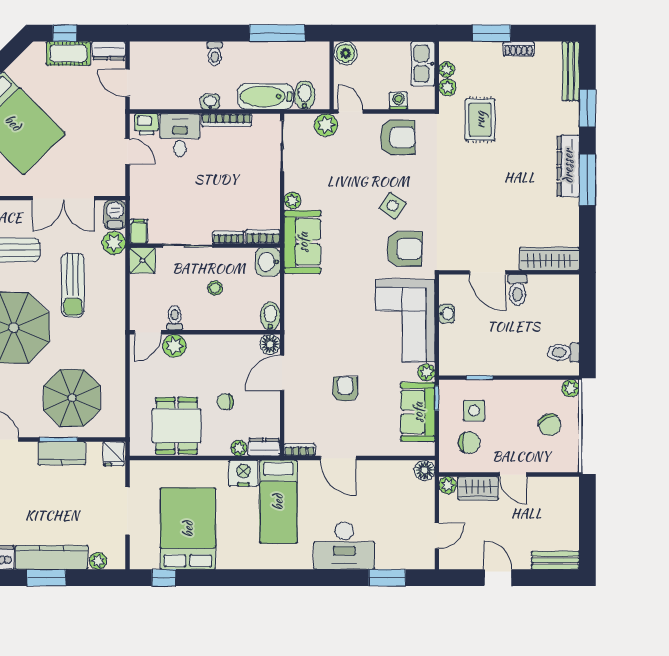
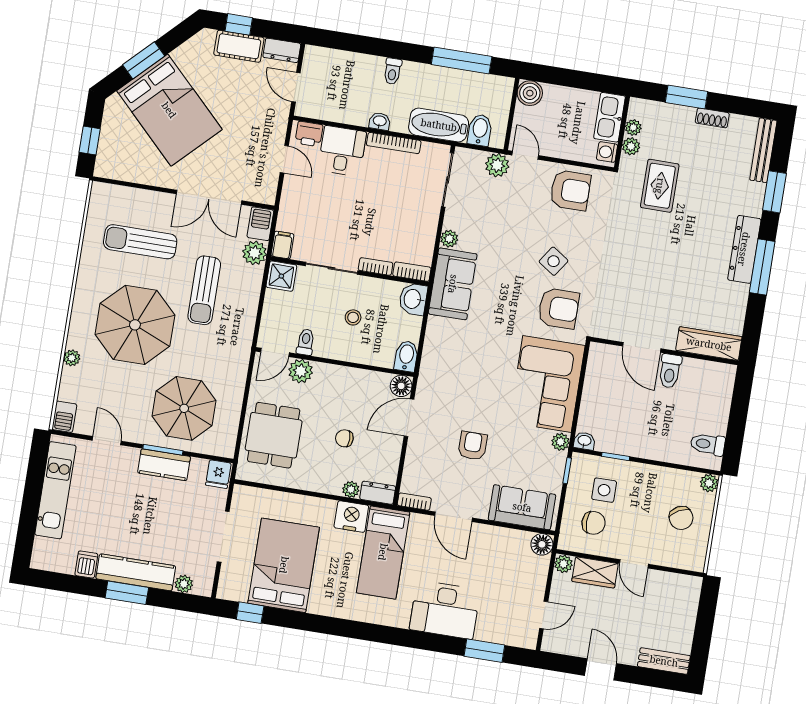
washing machine: (398, 101) -> (607, 152), moved, turned -90
washbasin: (447, 314) -> (584, 441), moved, turned -90
sofa: (418, 412) -> (522, 507), moved, turned 90
dining table: (177, 426) -> (274, 435), moved

